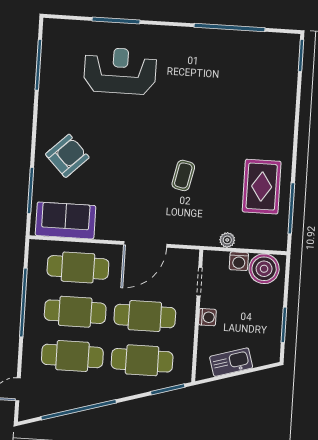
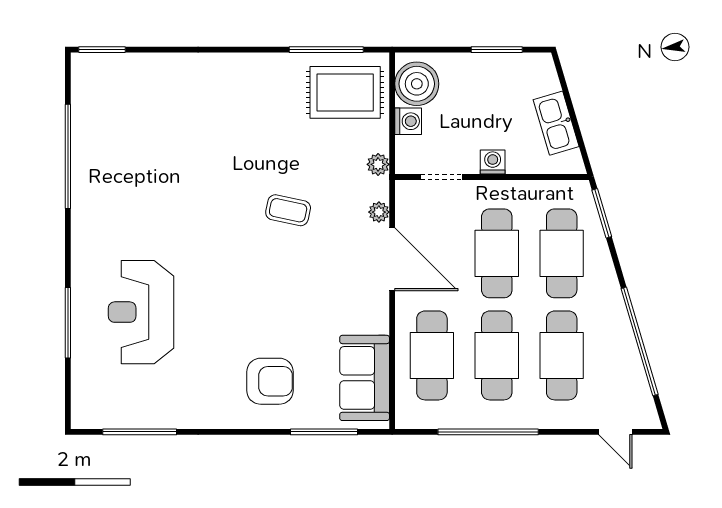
armchair: (67, 156) -> (270, 381), turned 134
rug: (262, 187) -> (345, 92), moved
plant: (178, 237) -> (379, 212), added
plant: (227, 240) -> (378, 164), moved

